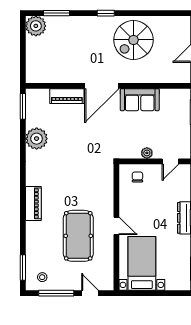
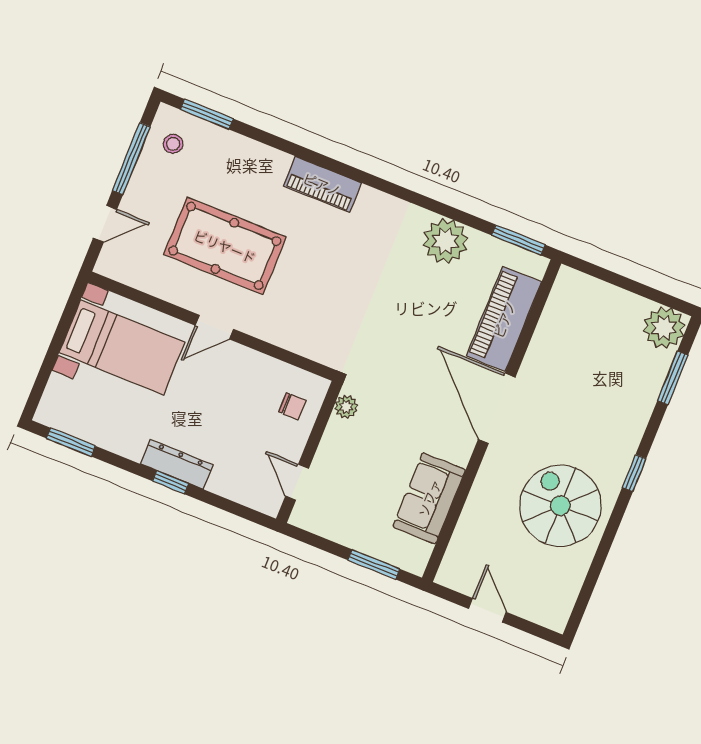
piano: (67, 96) -> (504, 319), width x1.37, depth x1.33
sofa: (140, 100) -> (429, 498), moved
plant: (147, 153) -> (346, 407), moved

